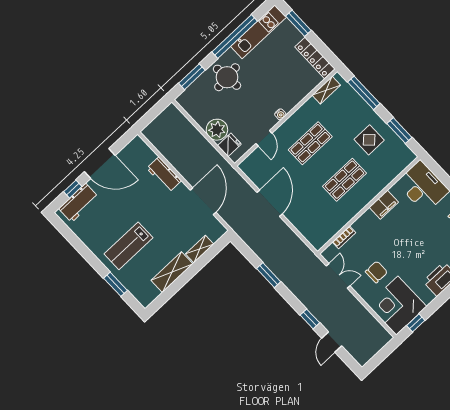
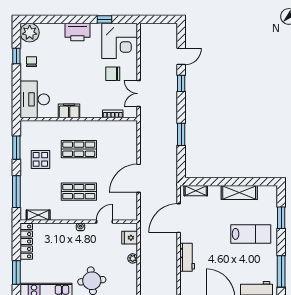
plant: (217, 130) -> (133, 258), width x0.53, depth x0.53
window: (72, 238) -> (281, 271), added
shelving: (200, 249) -> (196, 191), moved
window: (416, 323) -> (105, 19), moved

